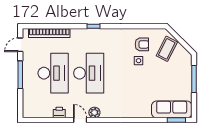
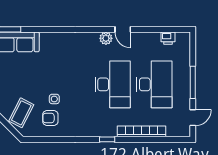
bookcase: (49, 33) -> (141, 131), moved
desk: (53, 73) -> (154, 84), turned 180
desk: (89, 73) -> (113, 84), turned 180
printer: (59, 113) -> (168, 38), moved

